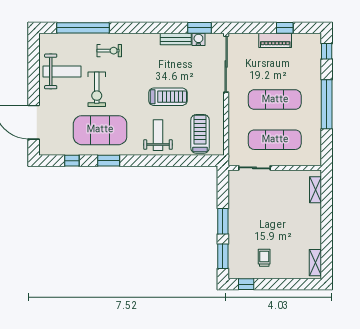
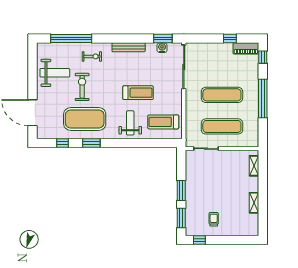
bench: (176, 39) -> (129, 47), moved, width x1.36
piano: (275, 40) -> (246, 48), moved
exercise bike: (97, 89) -> (82, 87), turned 180
treadmill: (200, 134) -> (163, 122), turned -90
shelving: (315, 263) -> (254, 203), moved

